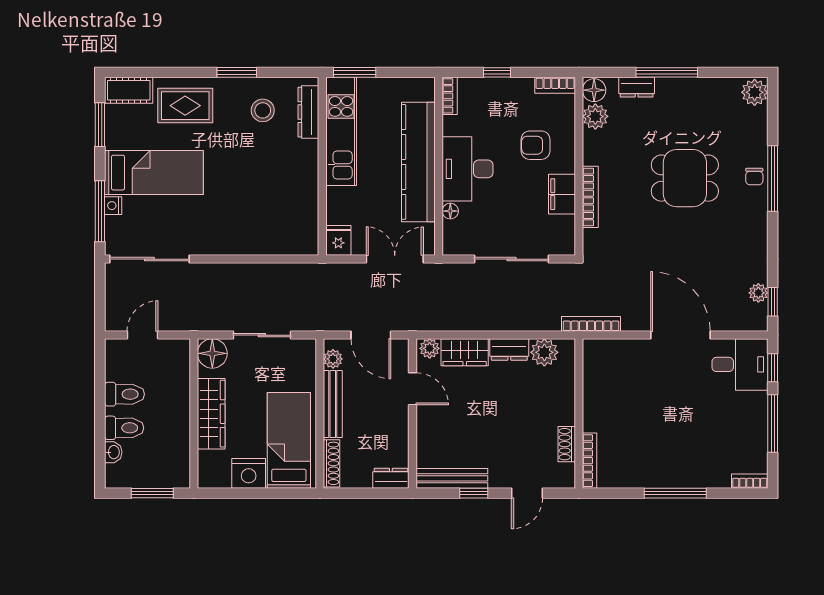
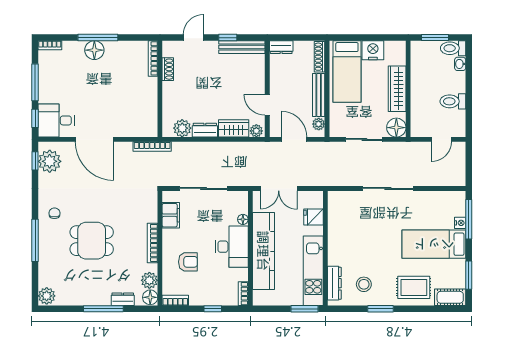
chair: (754, 177) -> (54, 213), moved
filing cabinet: (562, 194) -> (171, 215), moved
bookcase: (590, 197) -> (153, 243), moved
fridge: (338, 240) -> (313, 217), moved, turned 90
sliding door: (149, 259) -> (388, 188), moved
plant: (758, 293) -> (50, 161), width x1.88, depth x1.88
toilet: (124, 428) -> (453, 48), moved
floor lamp: (681, 474) -> (94, 50), added

